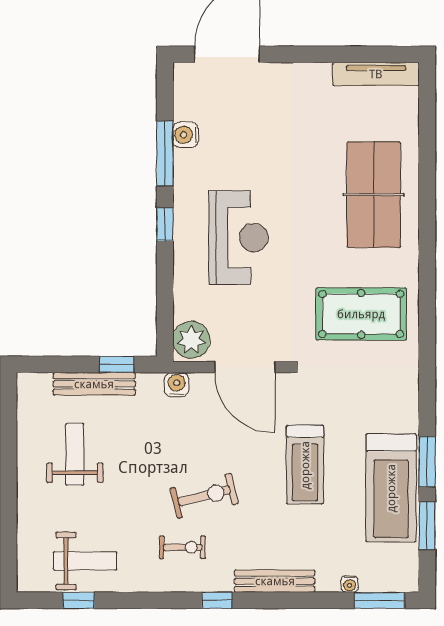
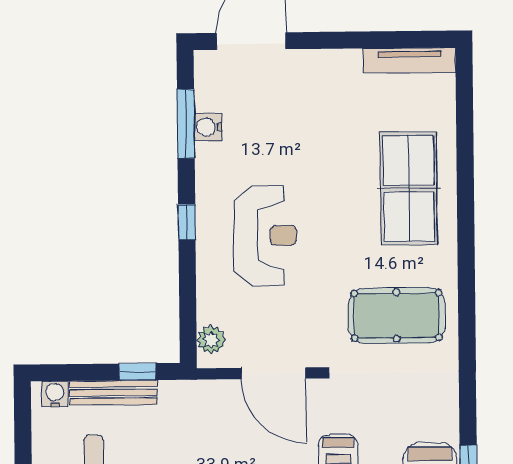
window: (165, 154) -> (186, 124), moved
plant: (191, 340) -> (211, 340), width x0.73, depth x0.73
water cooler: (177, 385) -> (55, 394), moved

